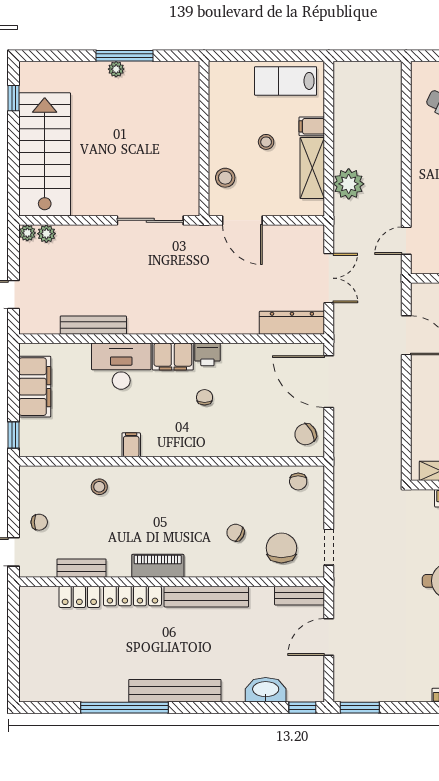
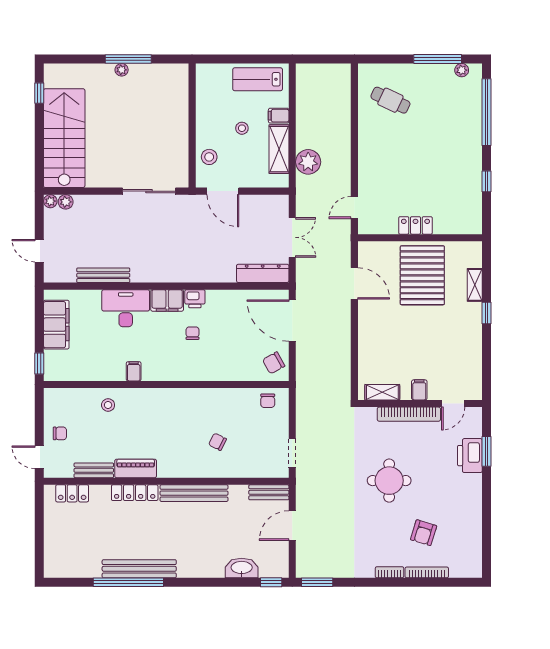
chair: (281, 548) -> (254, 454), removed
piano: (158, 566) -> (136, 468), moved
locker: (79, 597) -> (72, 493), moved
bench: (175, 691) -> (139, 569), moved

